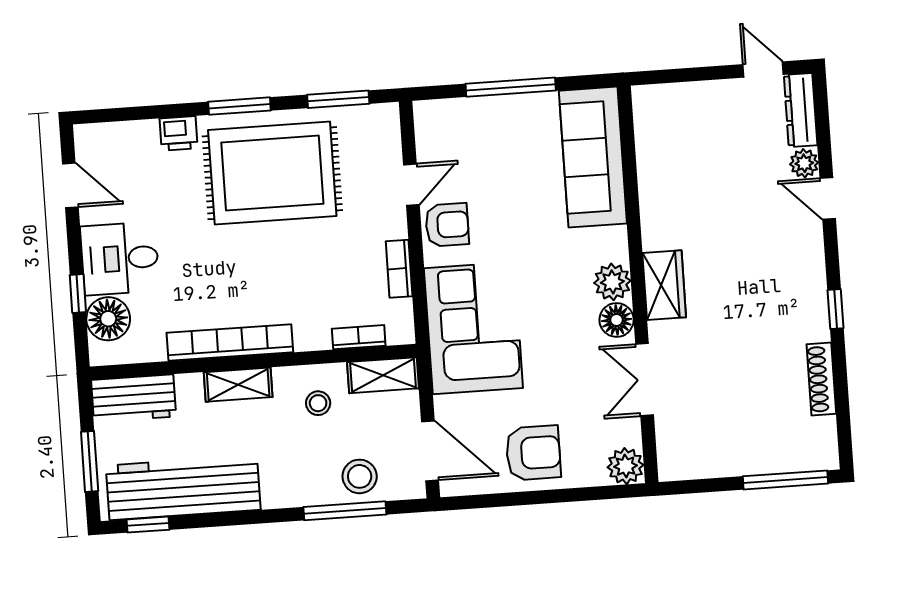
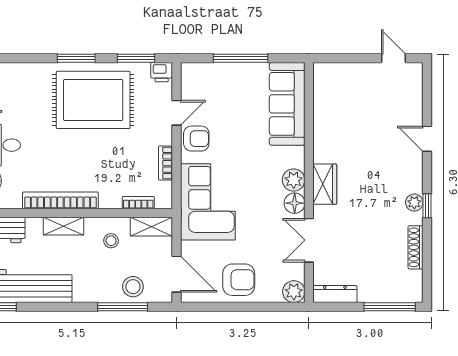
dresser: (801, 110) -> (335, 294), moved, turned 90
printer: (179, 133) -> (162, 72), moved
plant: (804, 163) -> (414, 203), moved

